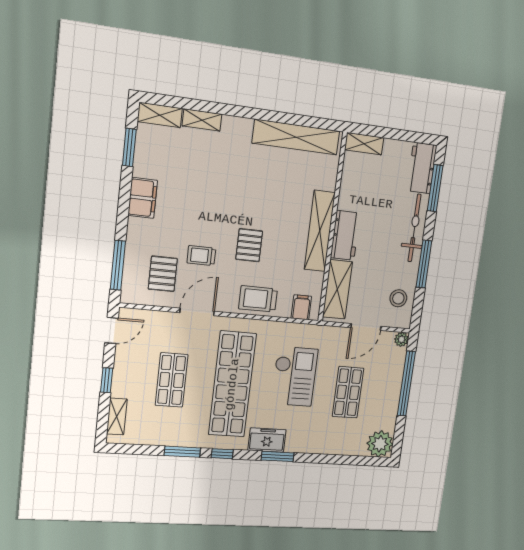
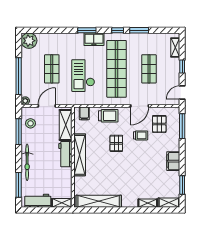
workbench: (422, 168) -> (38, 201), moved, turned -90
window: (424, 264) -> (19, 132), moved

